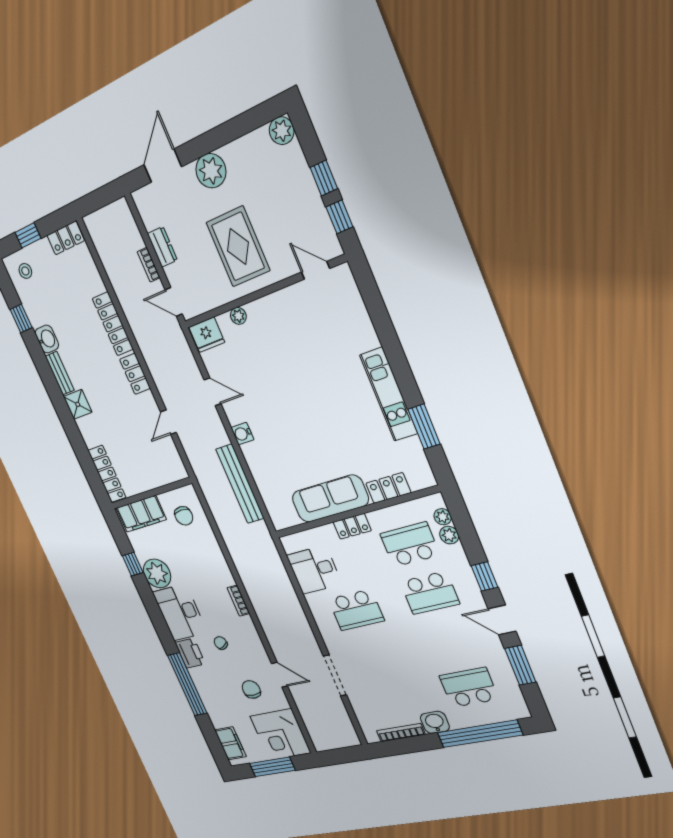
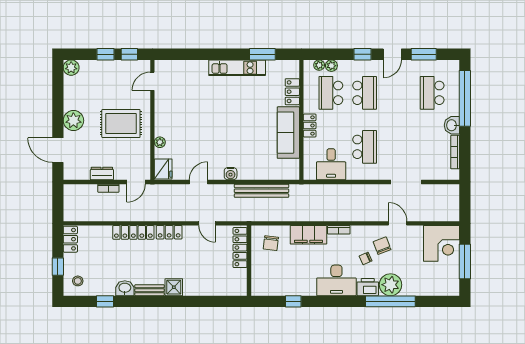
locker: (107, 474) -> (240, 248), moved, turned -90
filing cabinet: (141, 514) -> (308, 235), moved, turned 90
chair: (184, 516) -> (271, 243), turned 97
plant: (157, 573) -> (390, 285), moved
door: (279, 675) -> (398, 223), hinge flipped
chair: (251, 689) -> (382, 246), moved, turned 69
filing cabinet: (230, 743) -> (442, 287), removed

